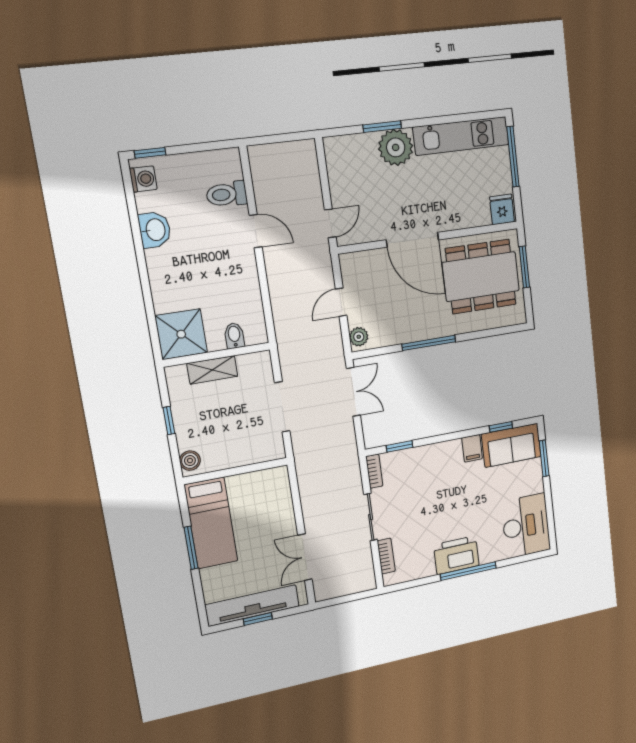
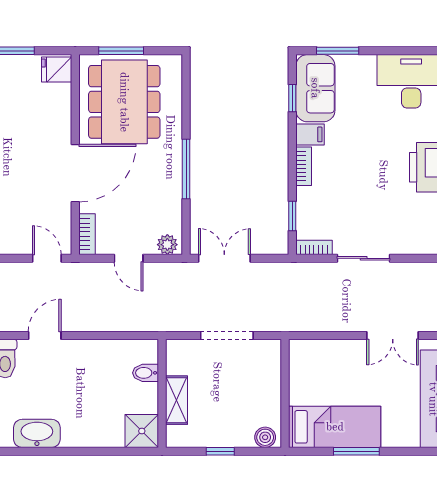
washbasin: (155, 230) -> (37, 433), width x1.38
bookcase: (358, 259) -> (87, 234), added
shower: (181, 334) -> (142, 431), width x0.73, depth x0.73
bookcase: (386, 556) -> (304, 166), moved, turned 90

